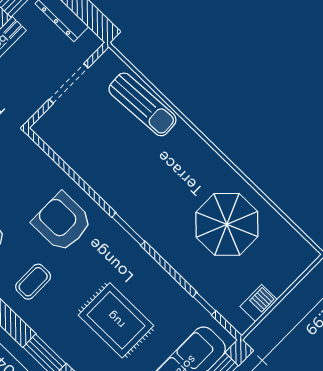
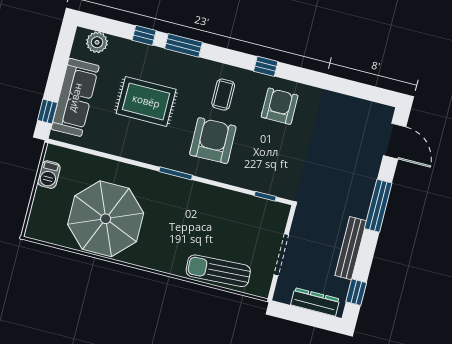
armchair: (62, 222) -> (213, 141), moved, turned -91
parasol: (227, 224) -> (106, 219), width x1.36, depth x1.36
window: (204, 304) -> (265, 196), moved

